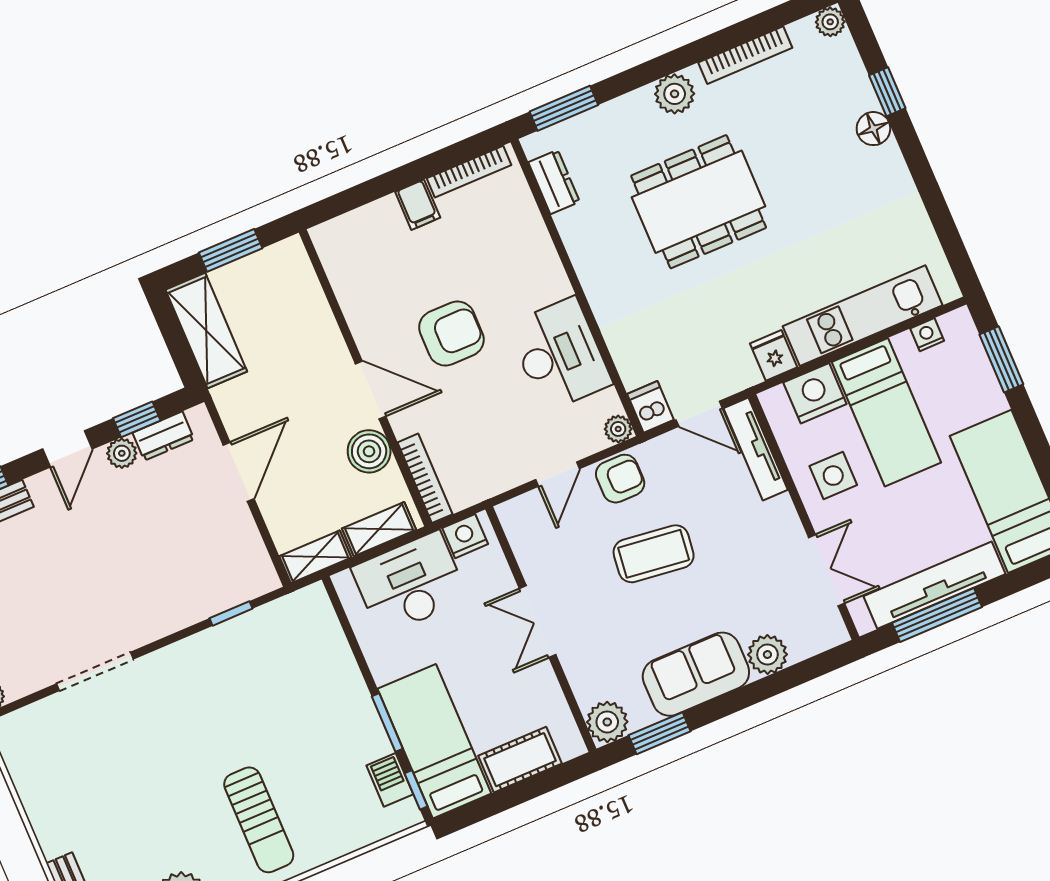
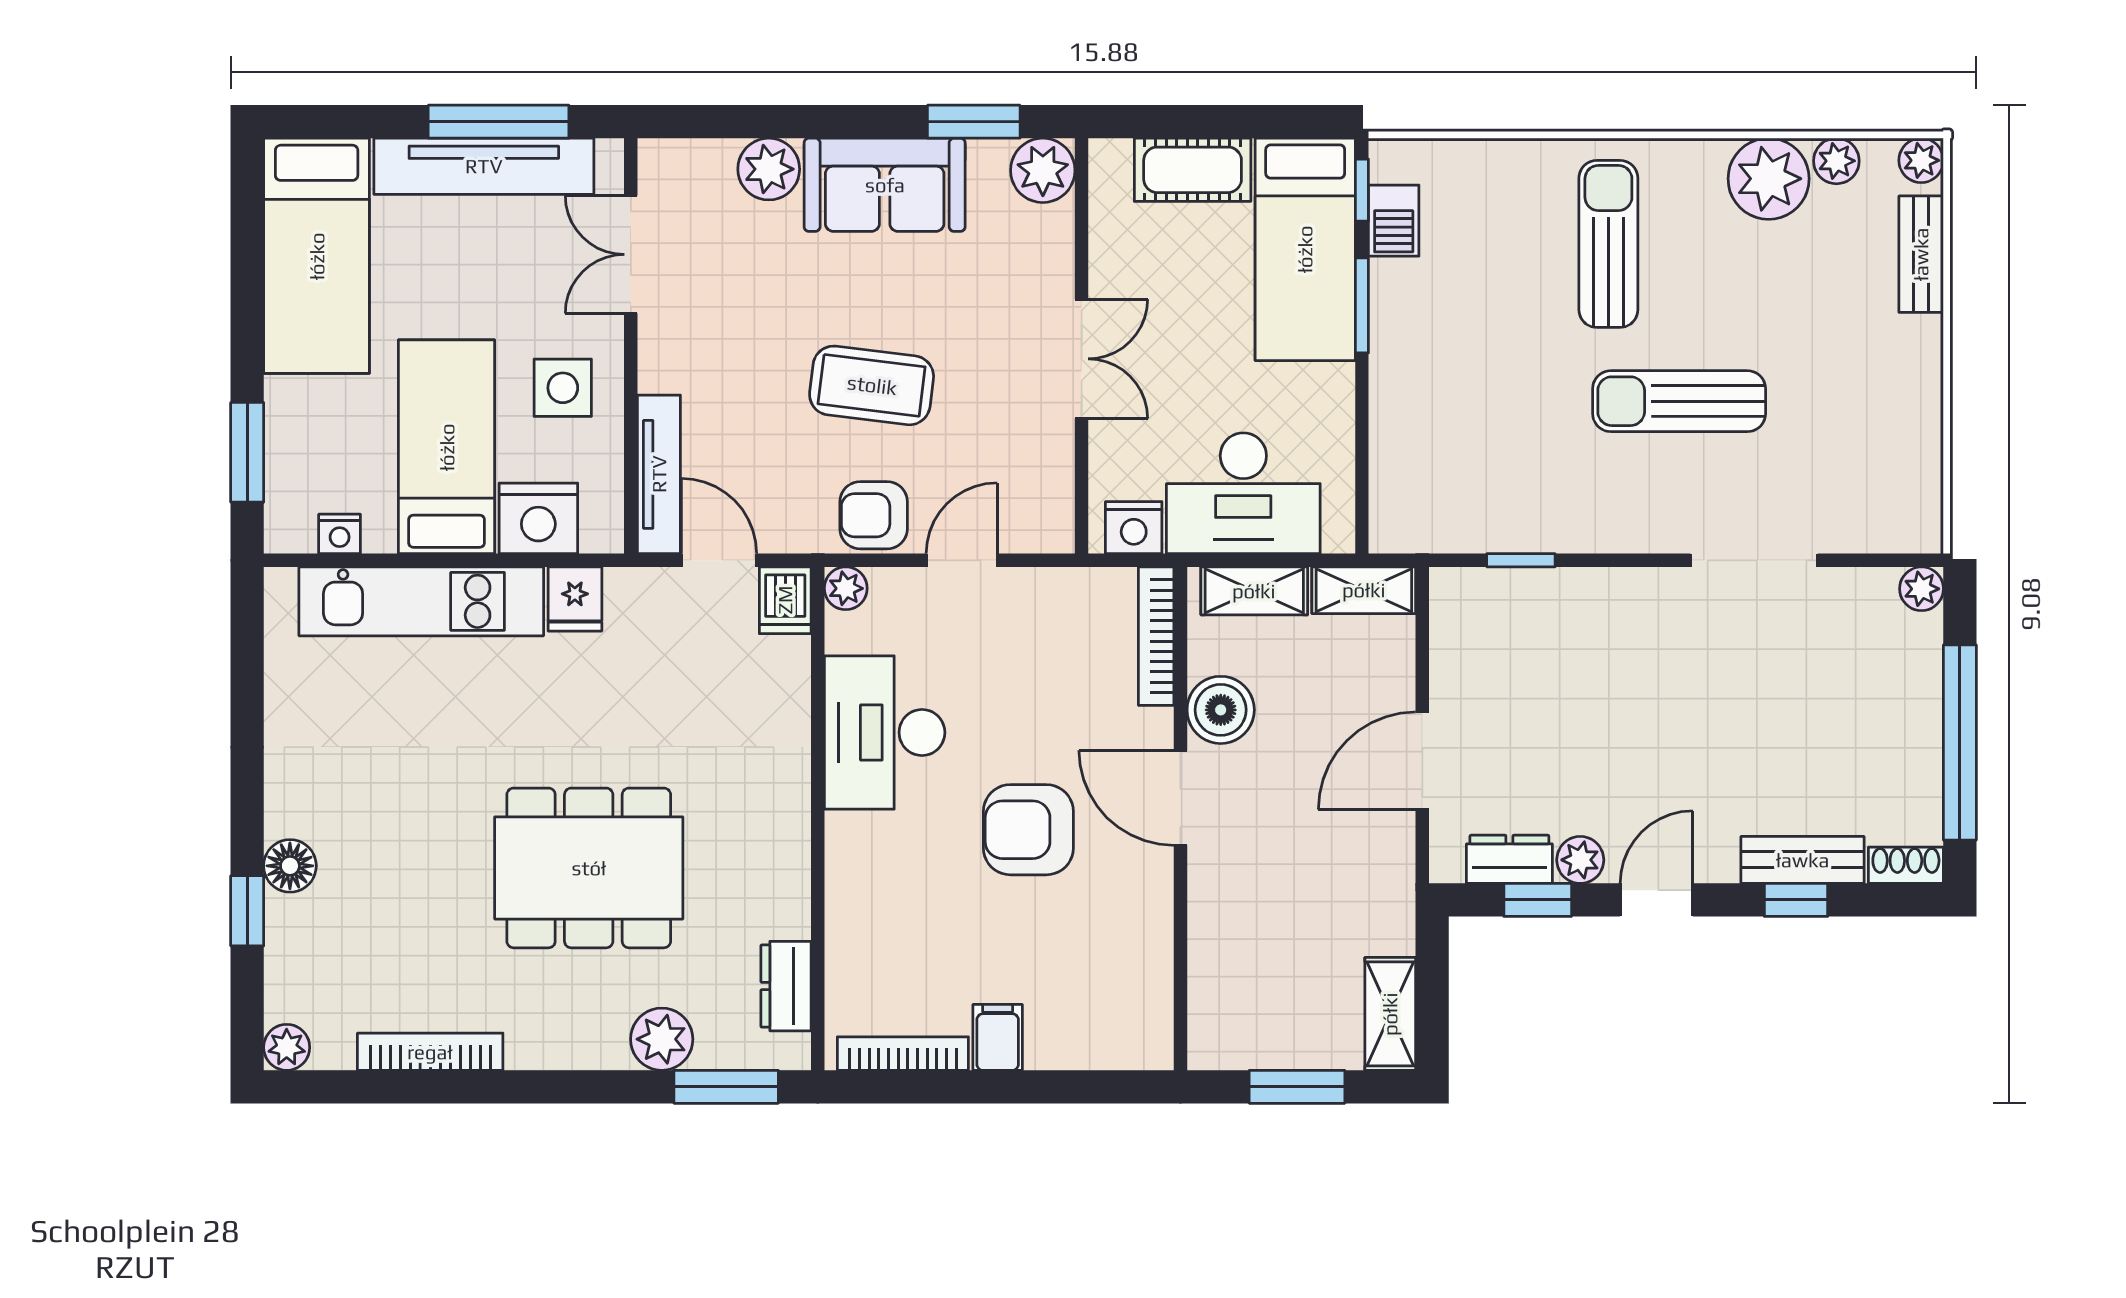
plant: (675, 94) -> (662, 1039), moved
shelving: (206, 331) -> (1390, 1014), width x0.67, depth x0.75
sun lounger: (178, 746) -> (1679, 401), added

